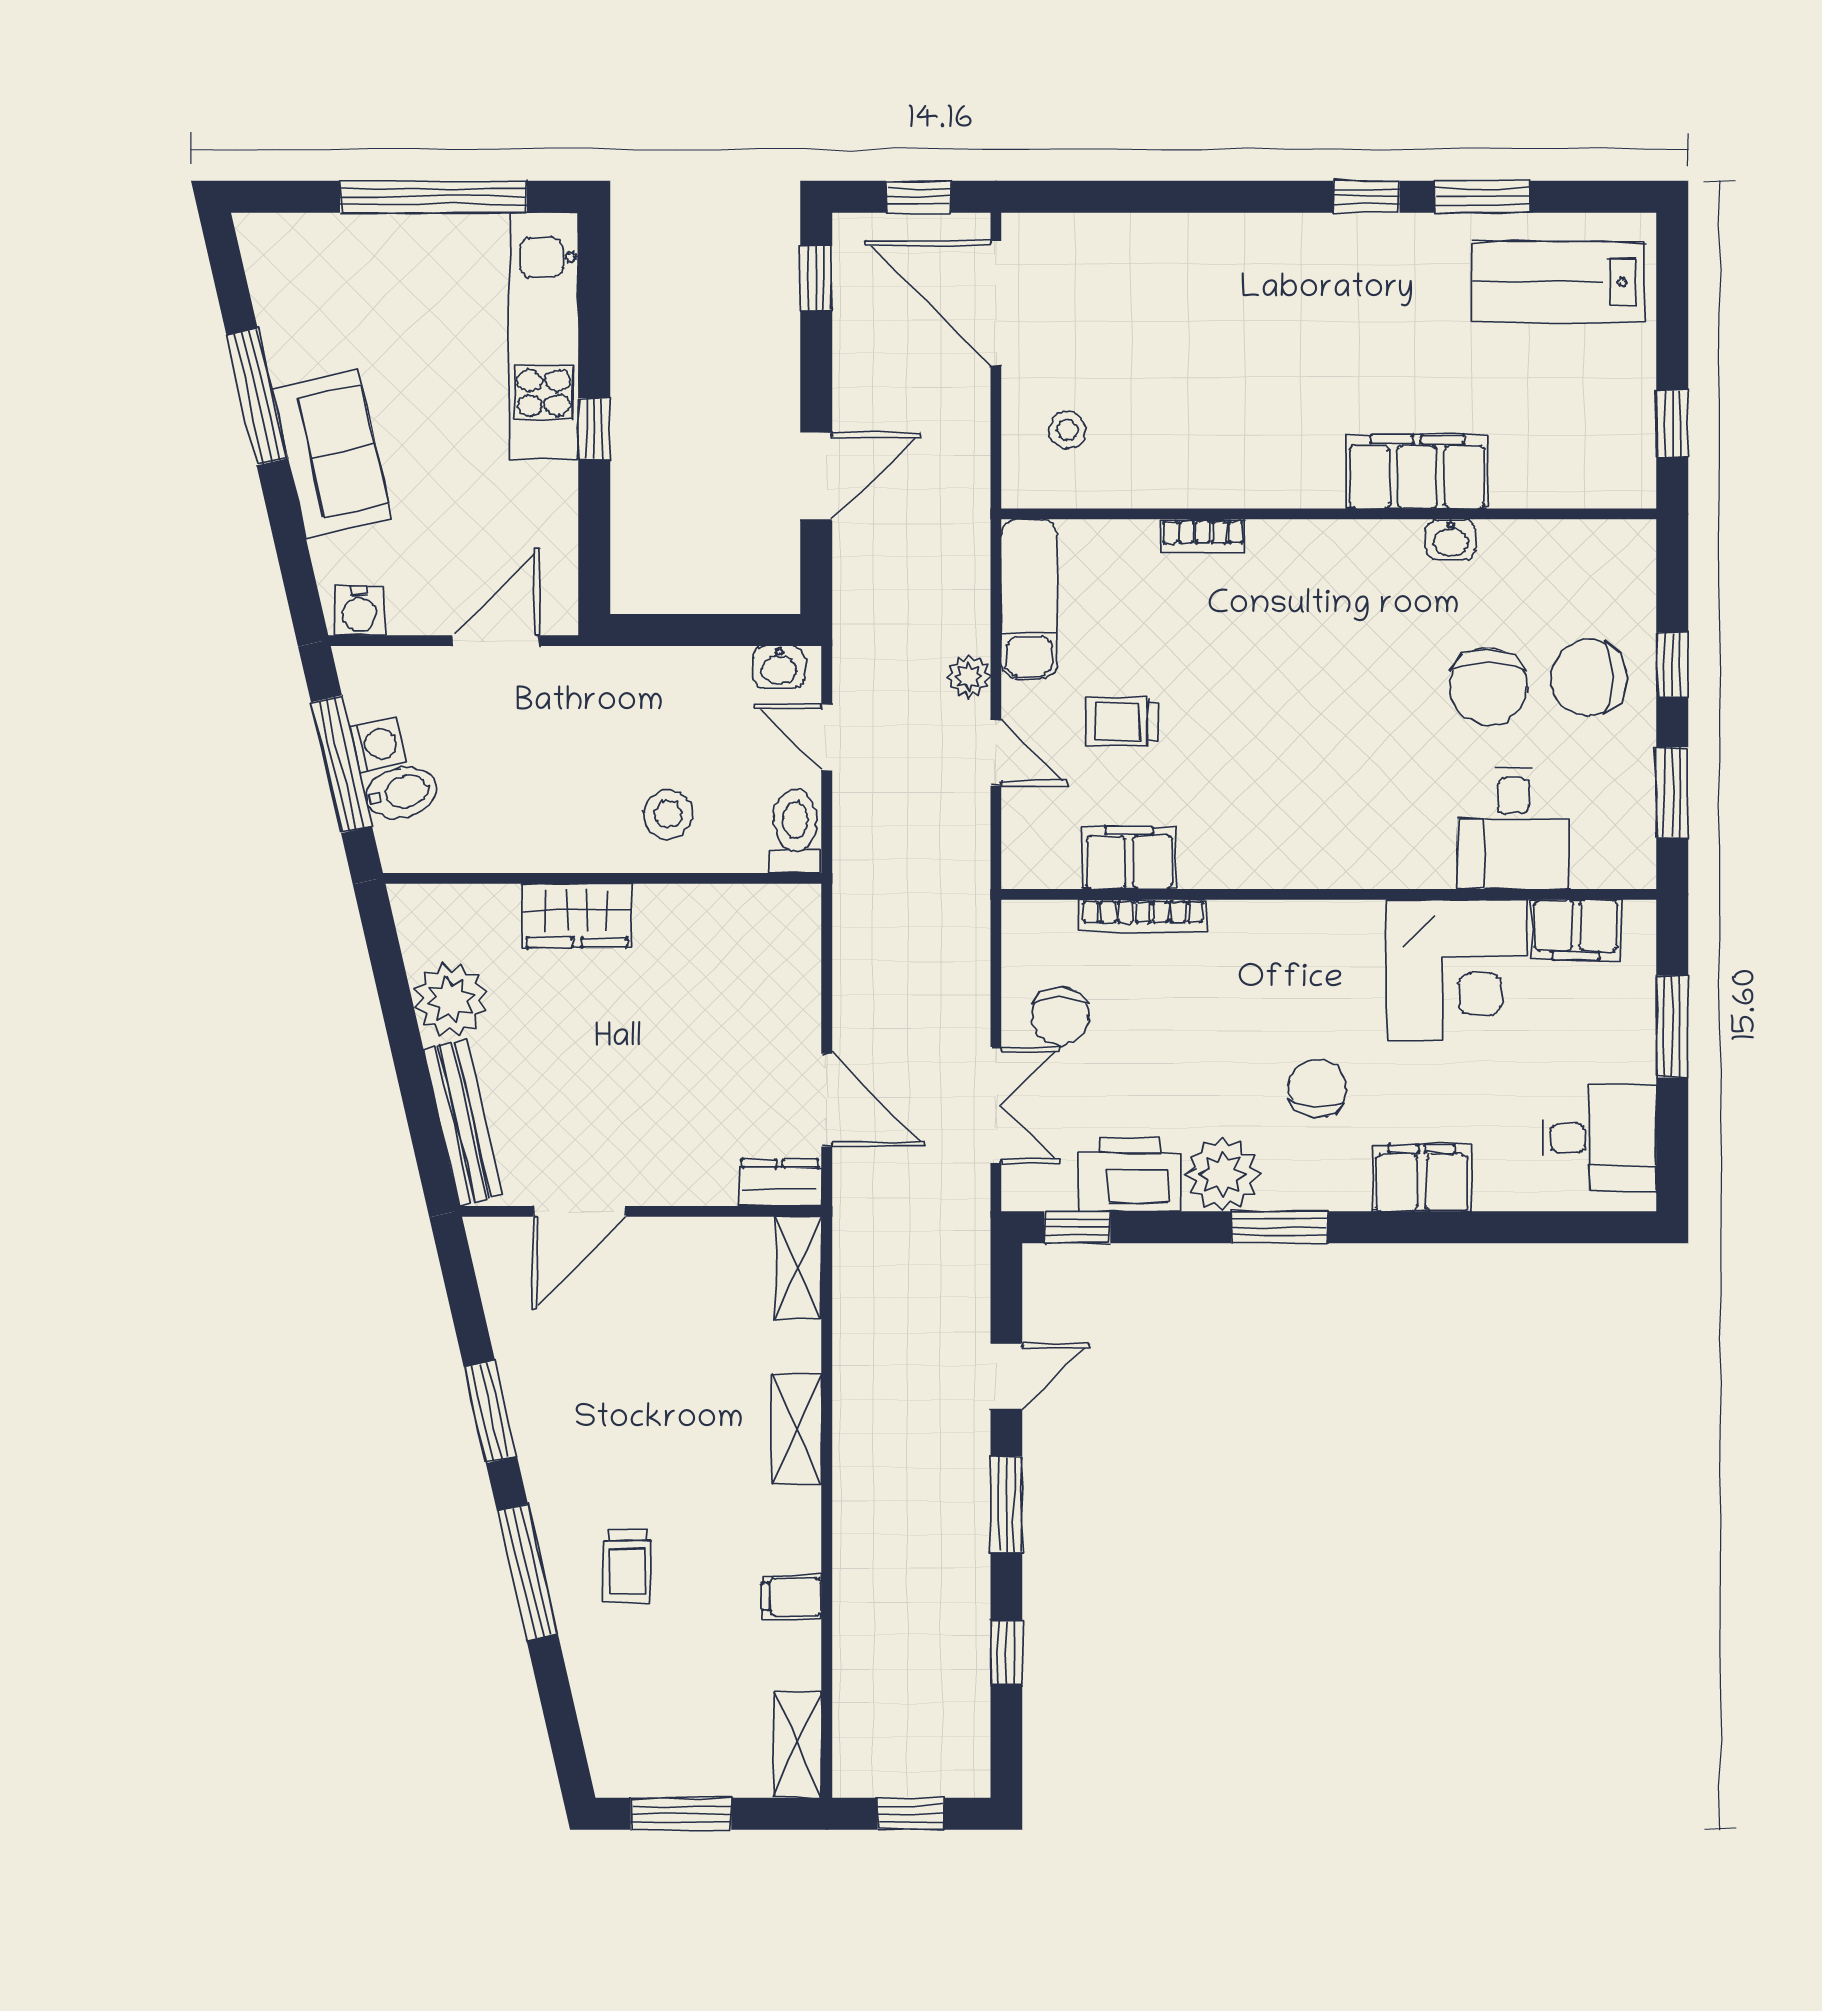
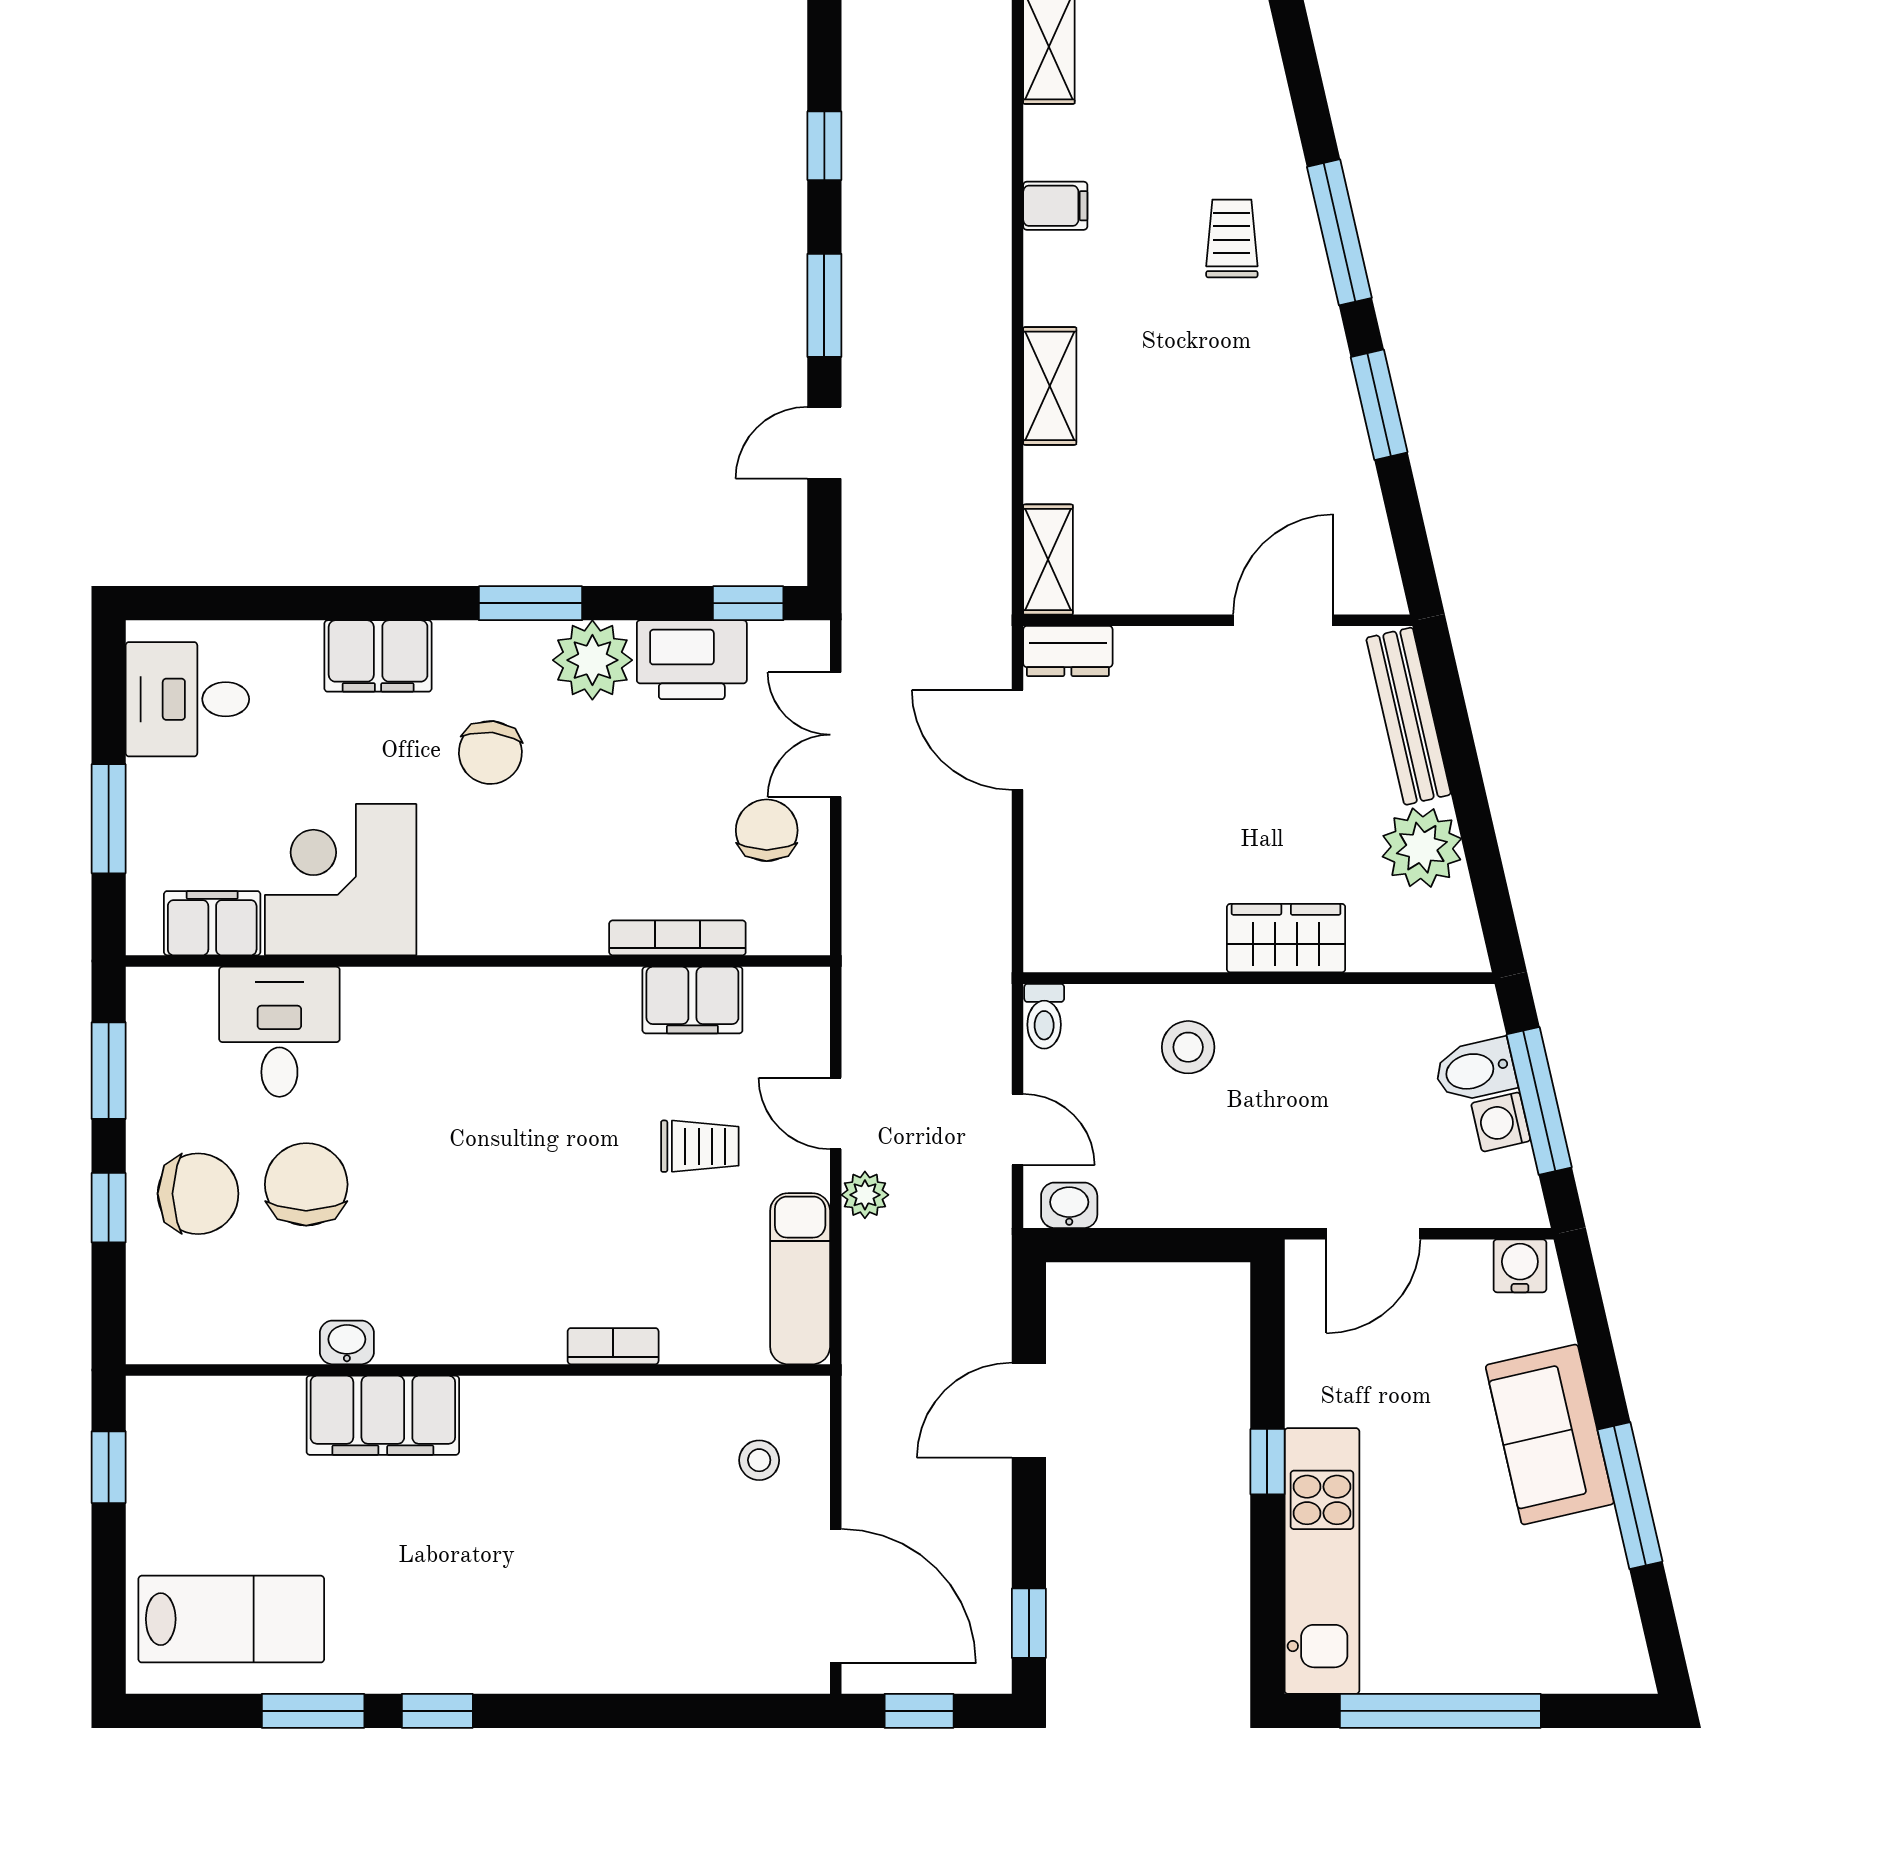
toilet: (795, 831) -> (1044, 1016), width x0.73, depth x0.72

